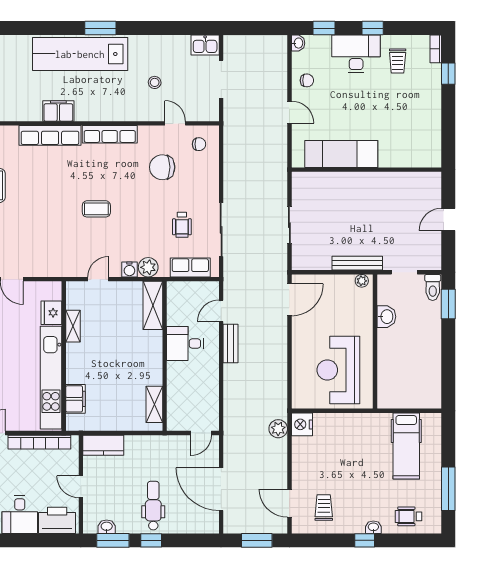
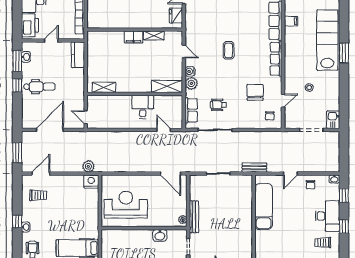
filing cabinet: (58, 111) -> (291, 21), width x0.50
fridge: (51, 313) -> (176, 16), moved, turned -90
bench: (230, 343) -> (254, 168), moved
kitchen unit: (51, 378) -> (121, 21), removed
filing cabinet: (75, 399) -> (134, 37), moved

